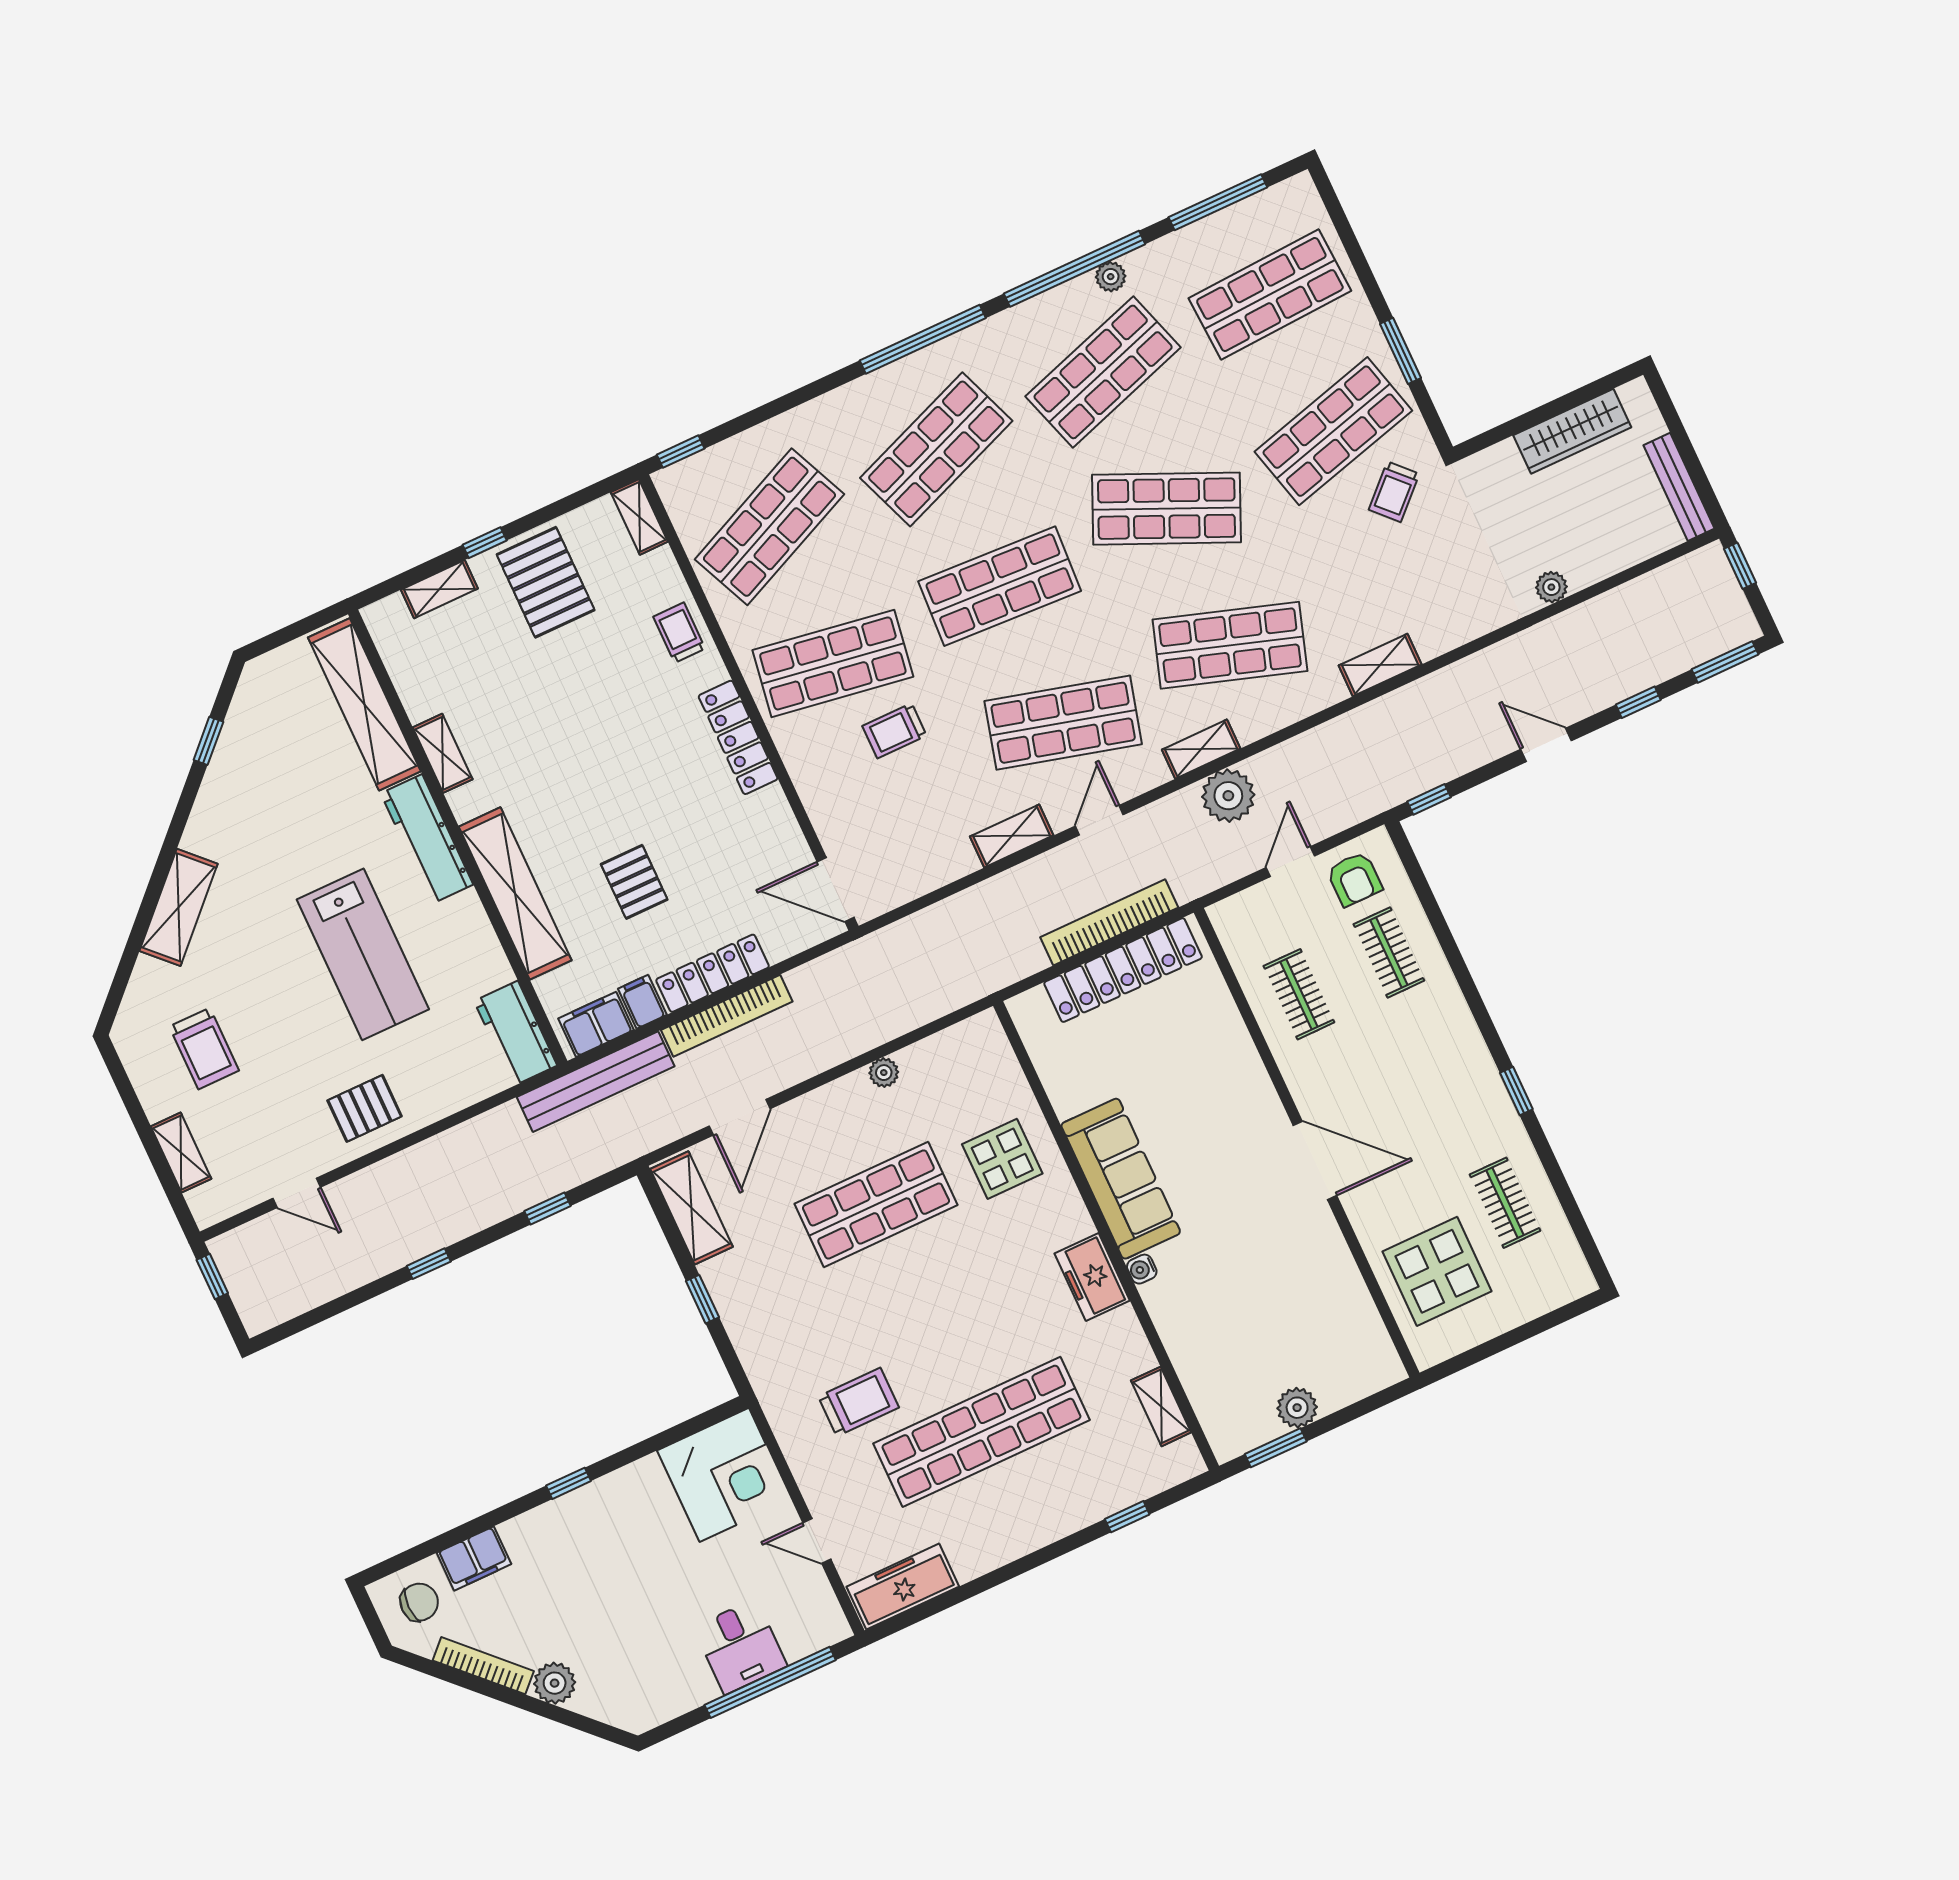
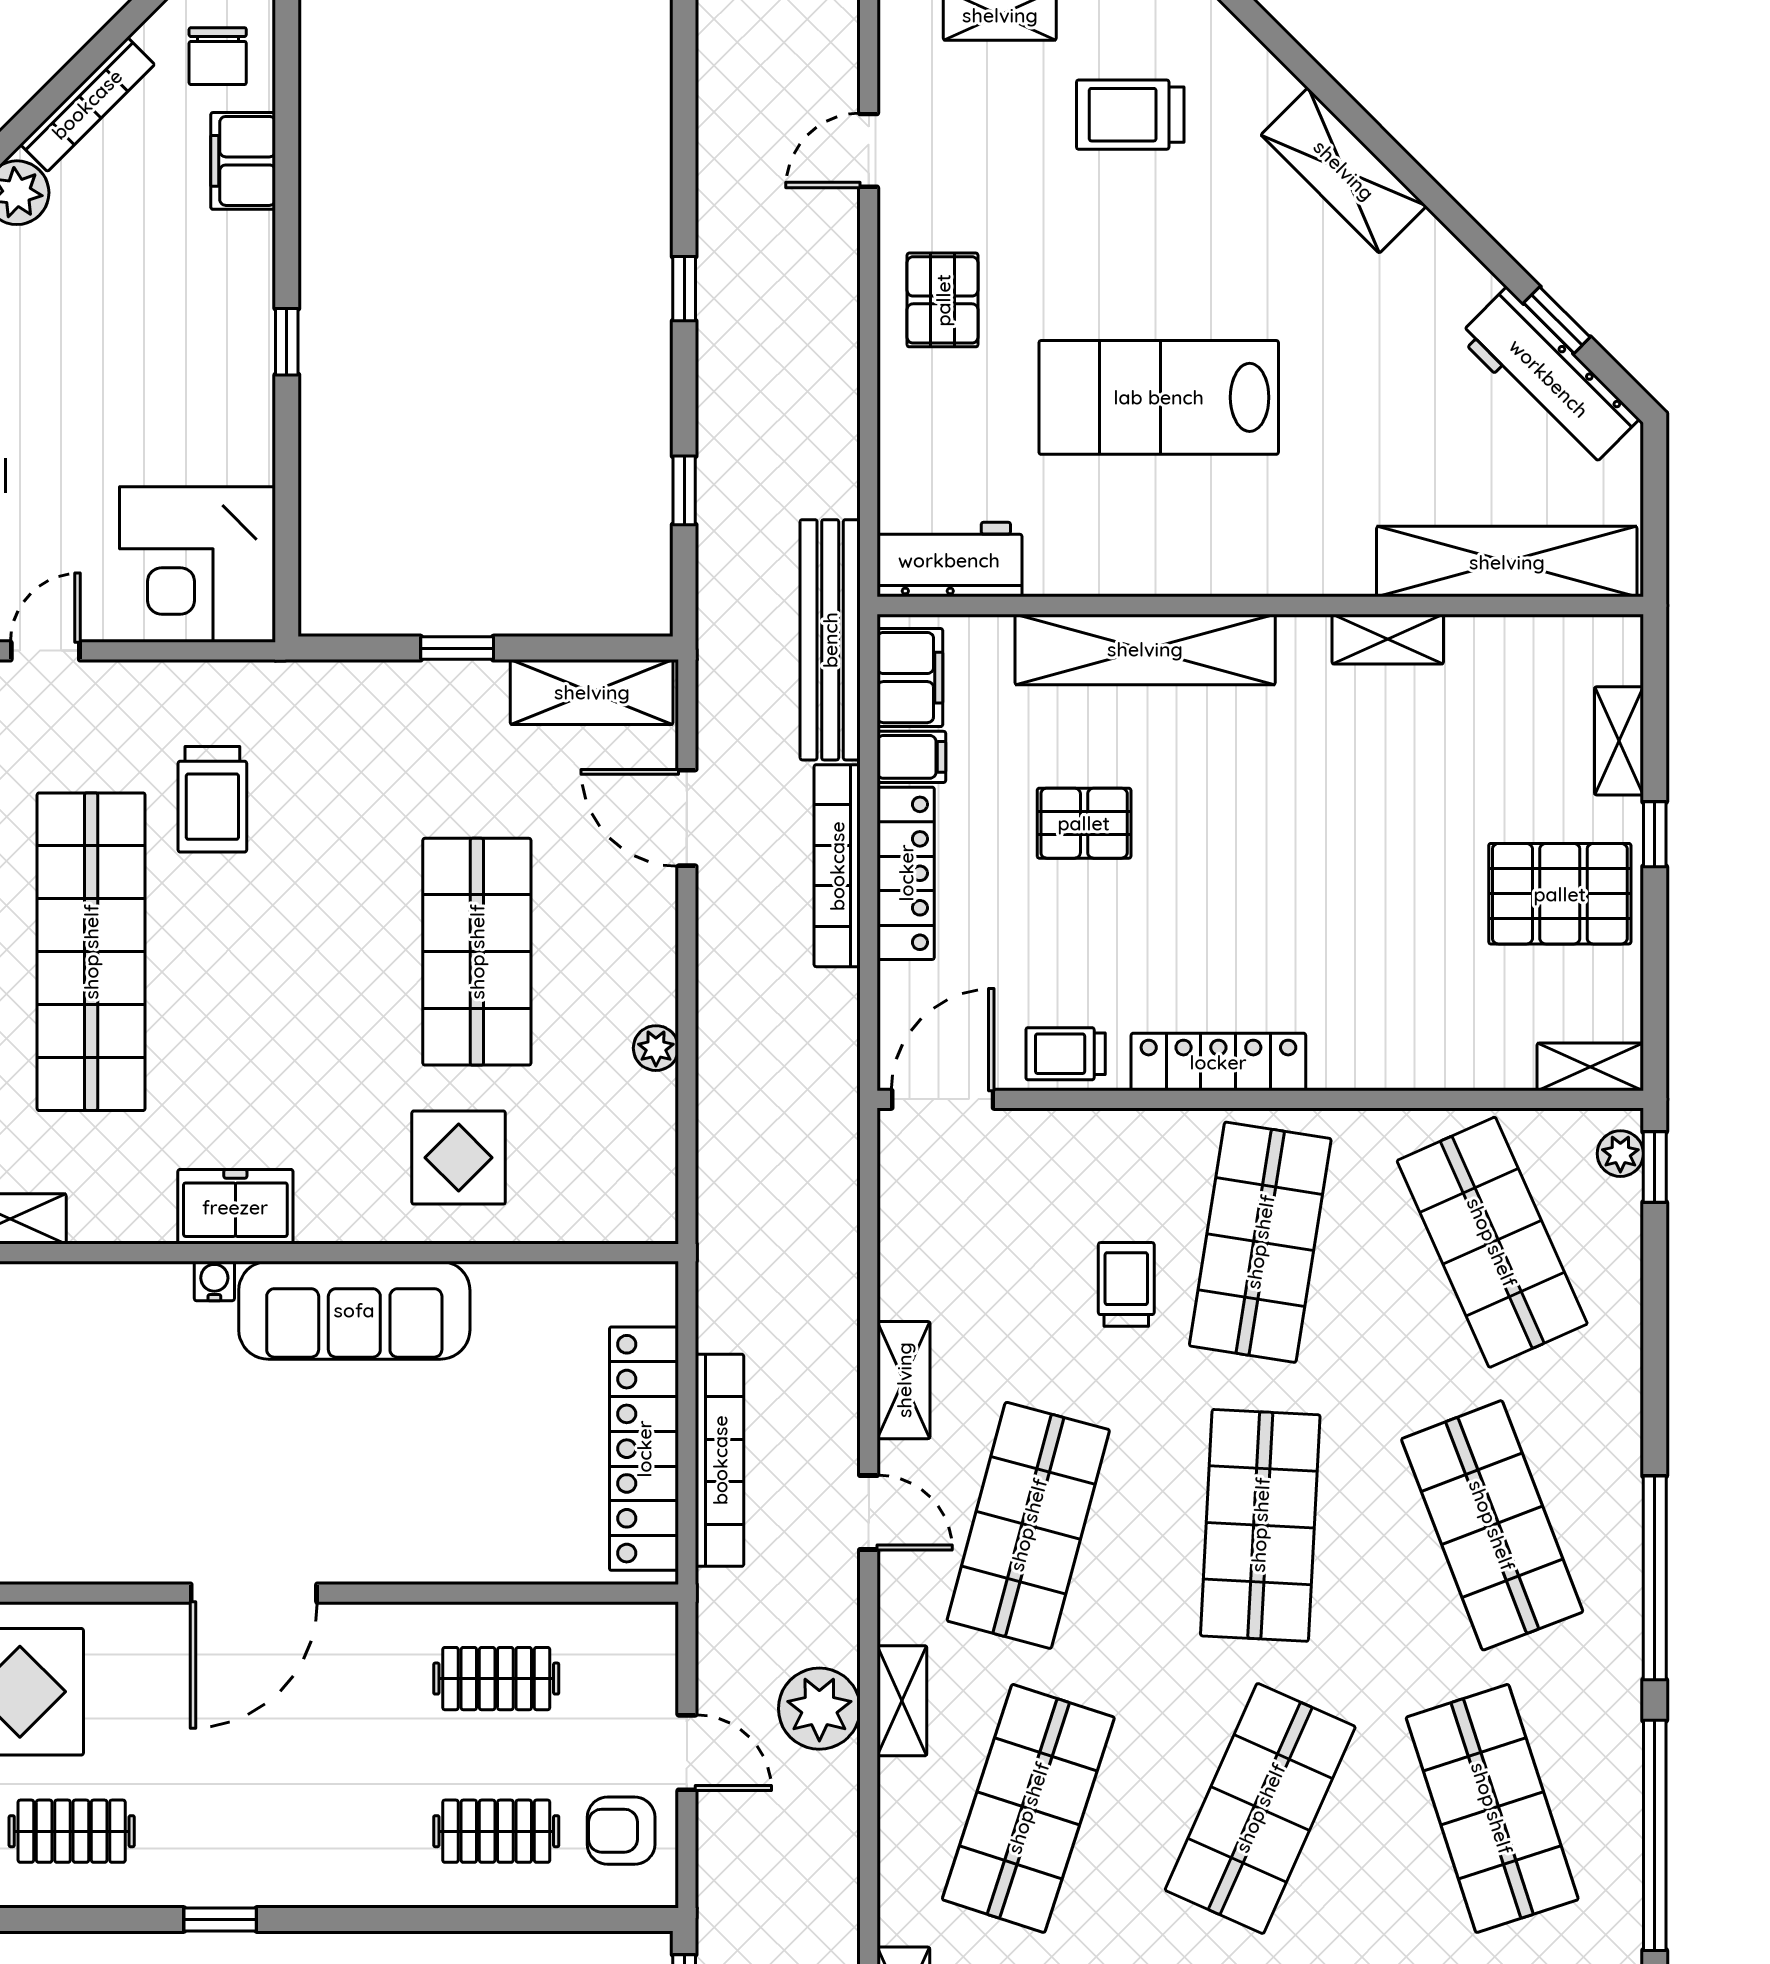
plant: (1111, 277) -> (1620, 1154), moved
trolley: (679, 633) -> (1066, 1054), moved, turned 180
workbench: (427, 839) -> (1549, 378), moved, turned -135

